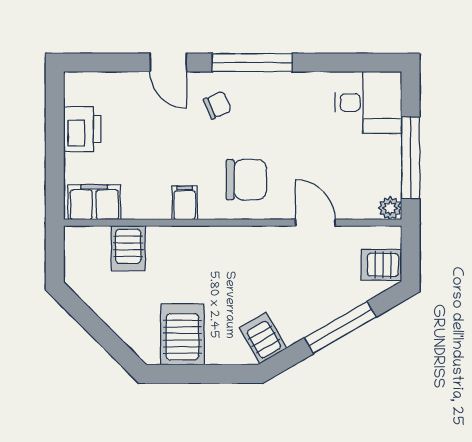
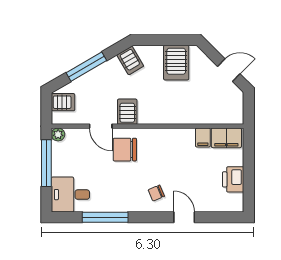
window: (252, 63) -> (105, 217), moved
chair: (246, 180) -> (125, 150), moved
filing cabinet: (185, 203) -> (203, 137), moved
server rack: (128, 248) -> (127, 112), moved
door: (90, 321) -> (229, 70), added

